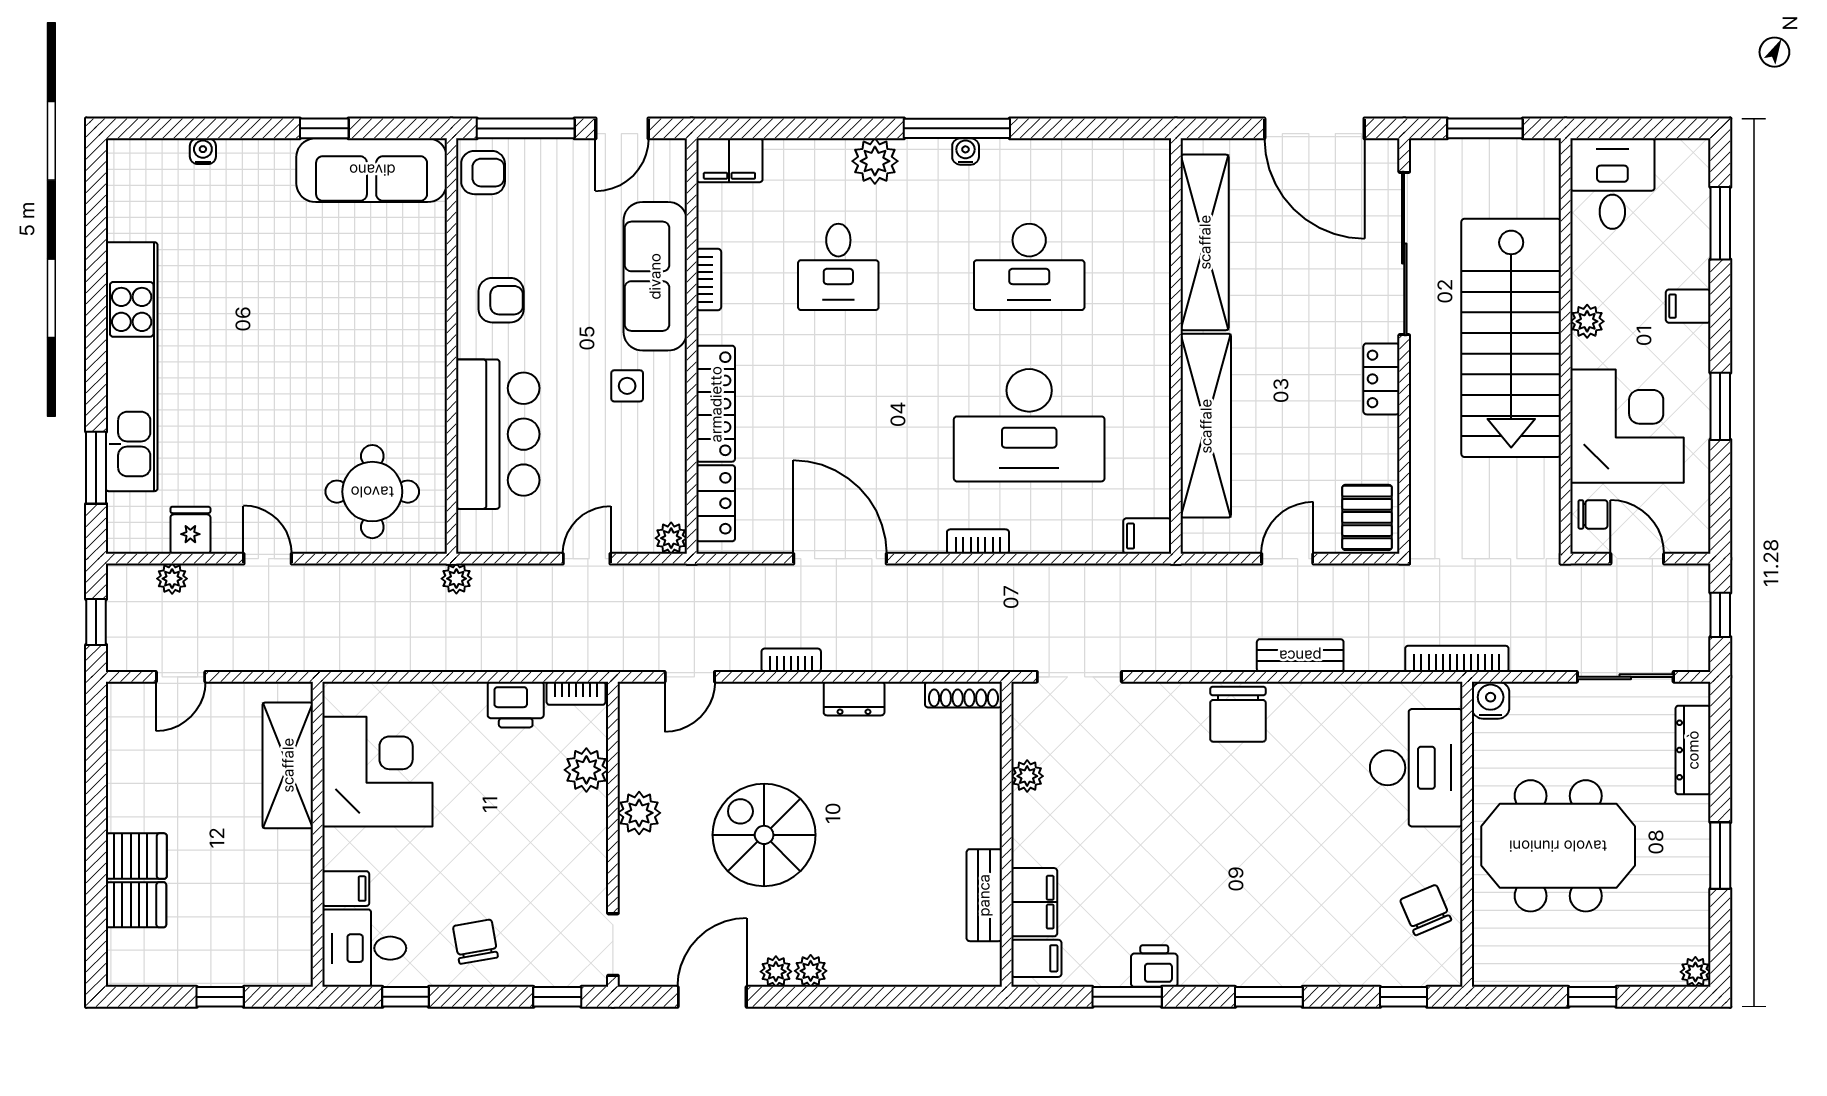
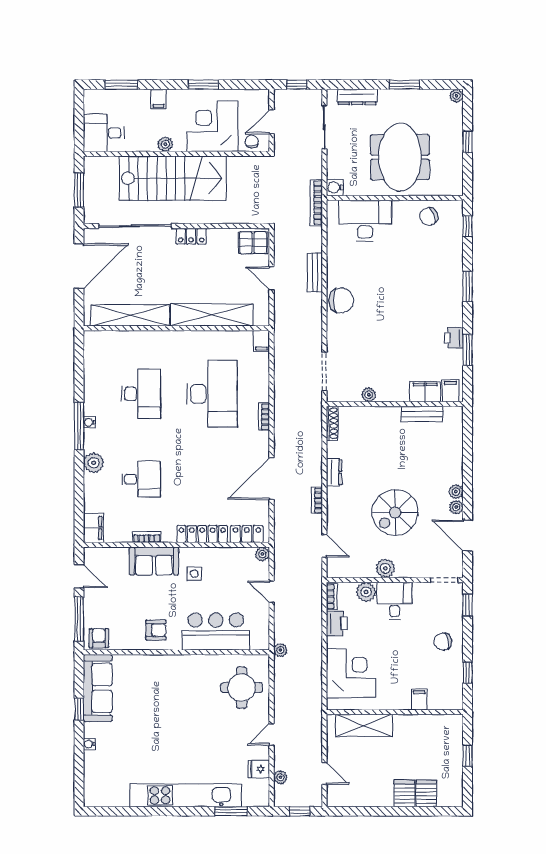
water cooler: (203, 151) -> (89, 744), moved
sofa: (655, 276) -> (154, 561), width x0.73
armchair: (501, 300) -> (156, 630), turned 90
corner desk: (377, 772) -> (351, 673), moved, turned 90
desk: (364, 948) -> (395, 601), moved, turned 180

